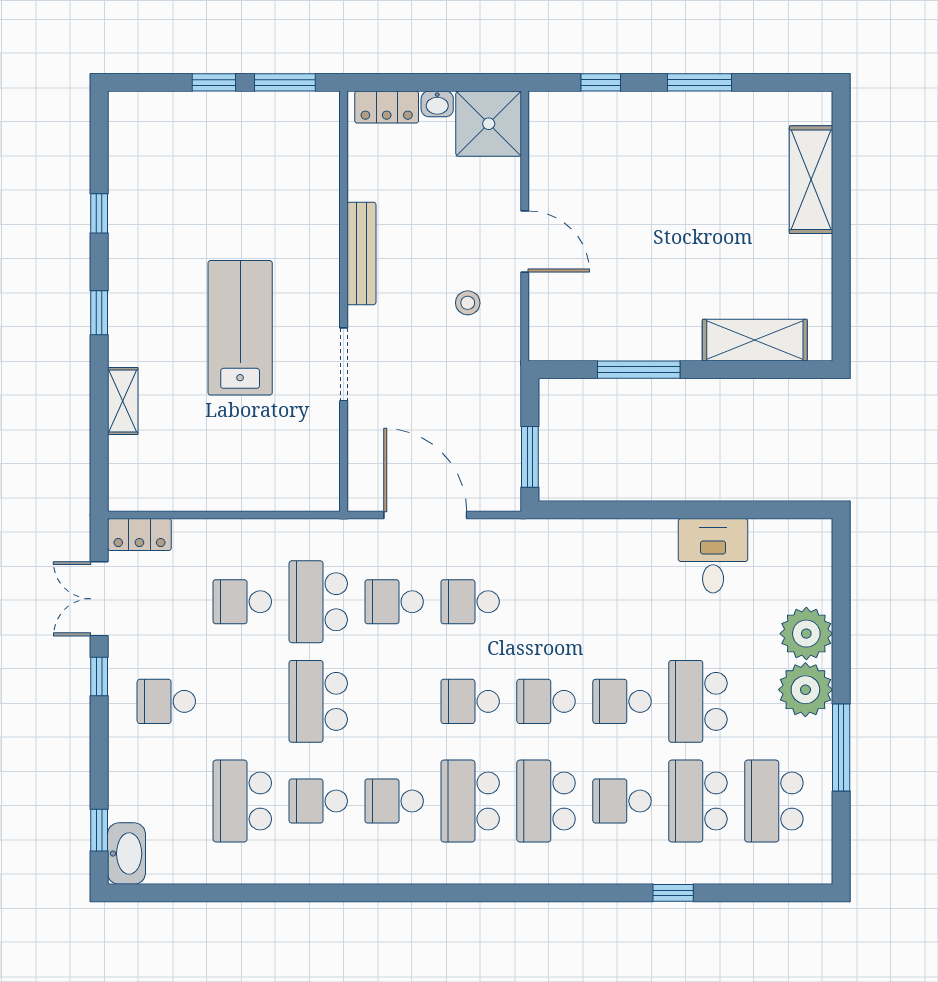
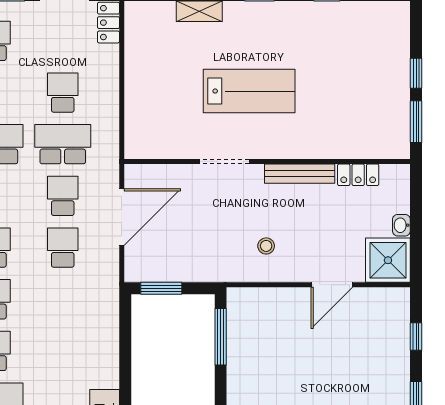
locker: (387, 107) -> (358, 175), moved, turned -90
door: (525, 241) -> (332, 285), moved
window: (639, 370) -> (221, 337), moved

